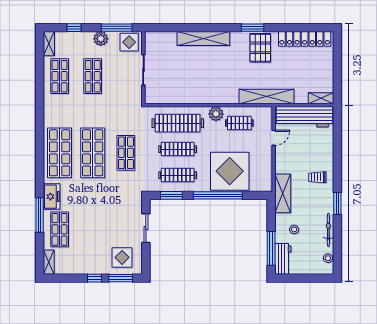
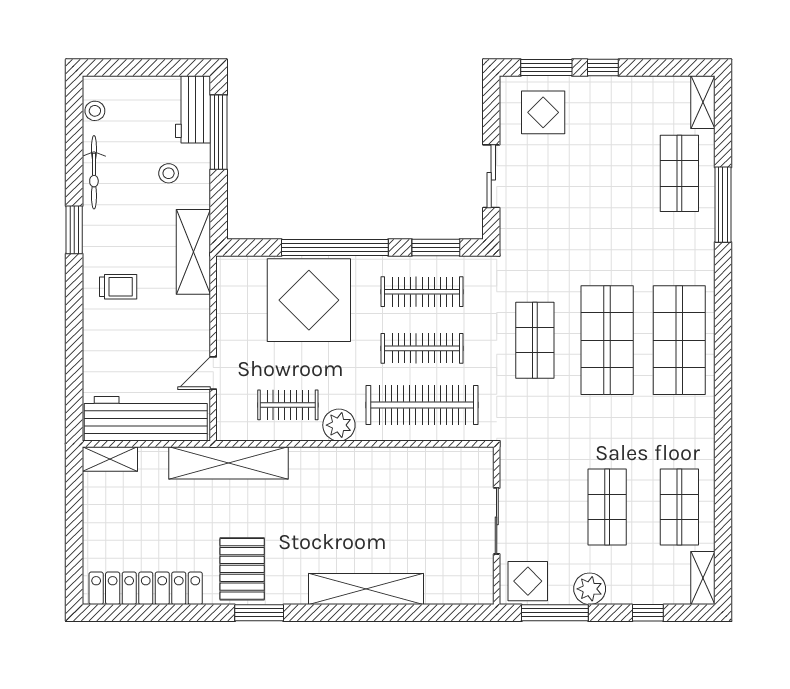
freezer: (52, 197) -> (697, 245), removed

